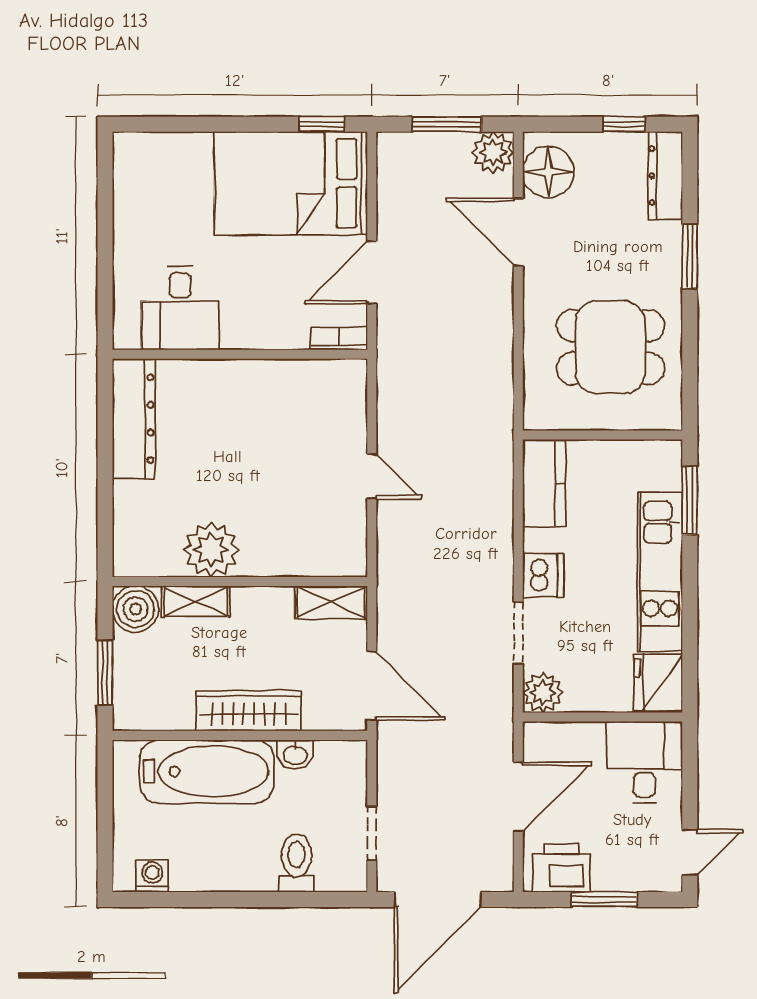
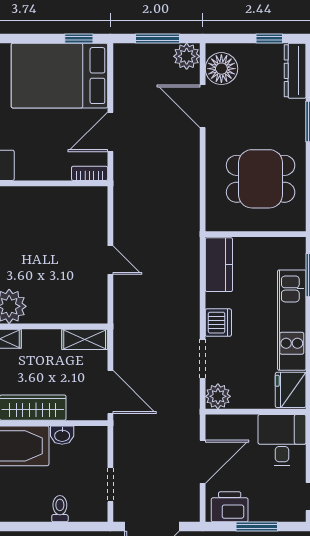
toilet: (296, 863) -> (60, 509), width x0.73, depth x0.72

